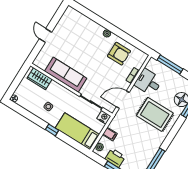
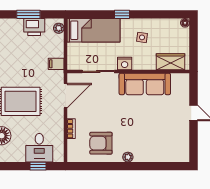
window: (170, 65) -> (38, 166), width x0.46
desk: (148, 82) -> (39, 148), moved, turned 90
nightstand: (104, 117) -> (125, 64), moved
filing cabinet: (110, 134) -> (56, 64), moved

